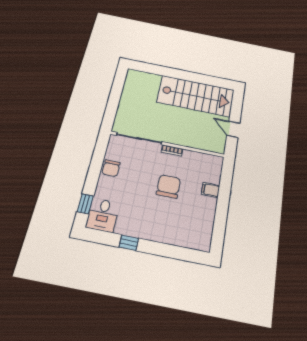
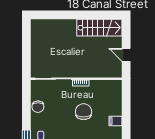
stairs: (196, 96) -> (99, 28), width x0.73, depth x0.66
filing cabinet: (211, 190) -> (116, 121), moved

